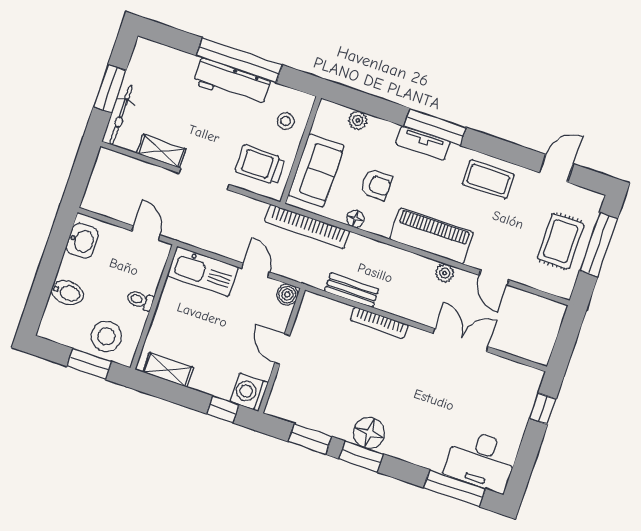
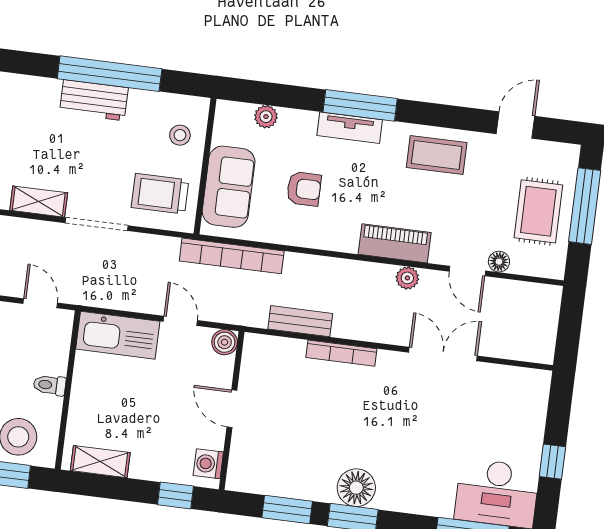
workbench: (232, 82) -> (94, 100), width x0.73
floor lamp: (355, 219) -> (499, 262), moved
piano: (432, 236) -> (395, 243), width x0.73, depth x0.75
washing machine: (249, 392) -> (208, 464), width x0.73, depth x0.73
window: (543, 409) -> (552, 462), moved

